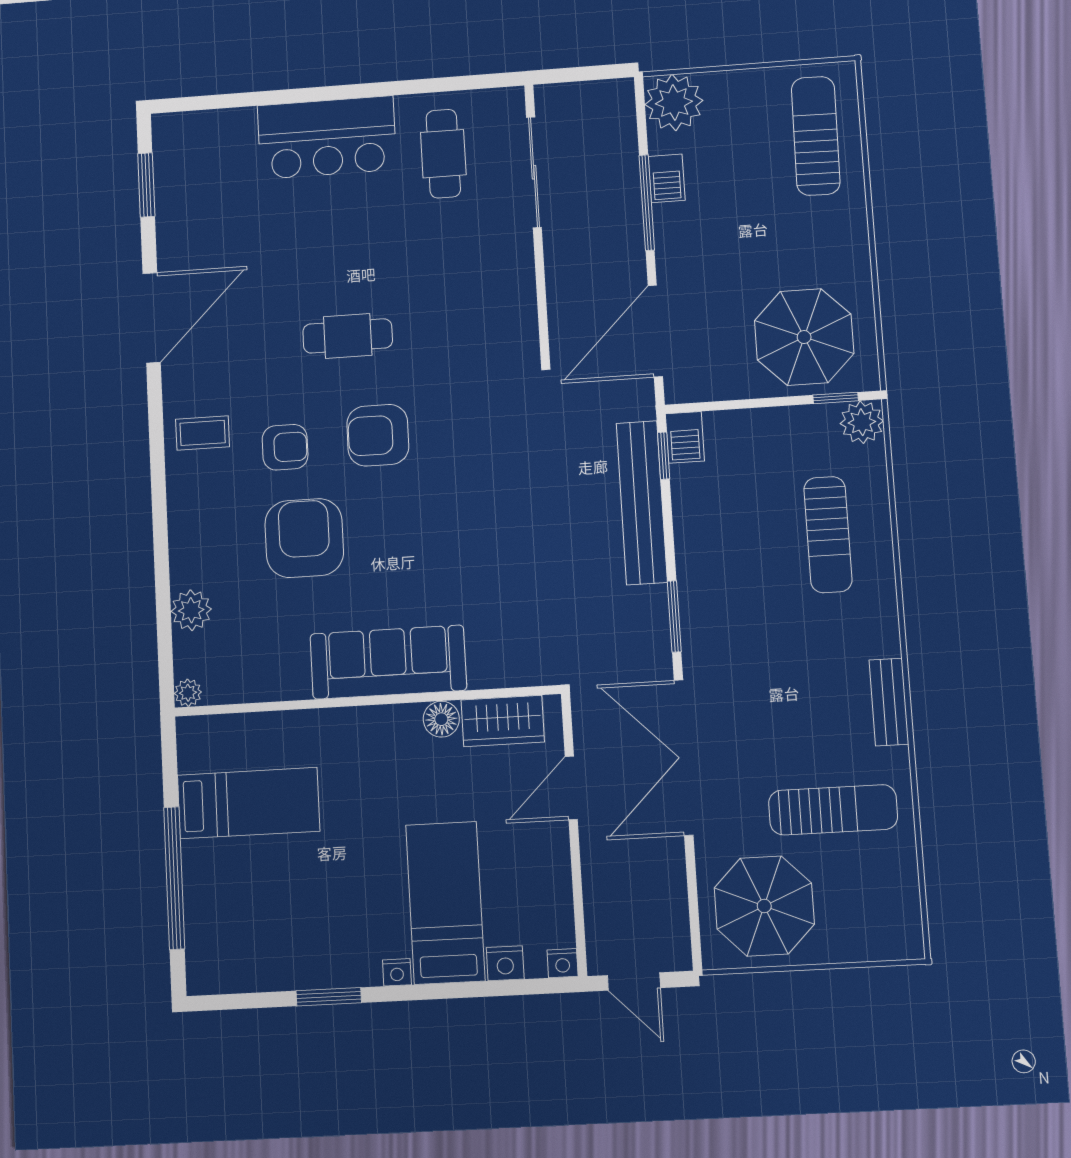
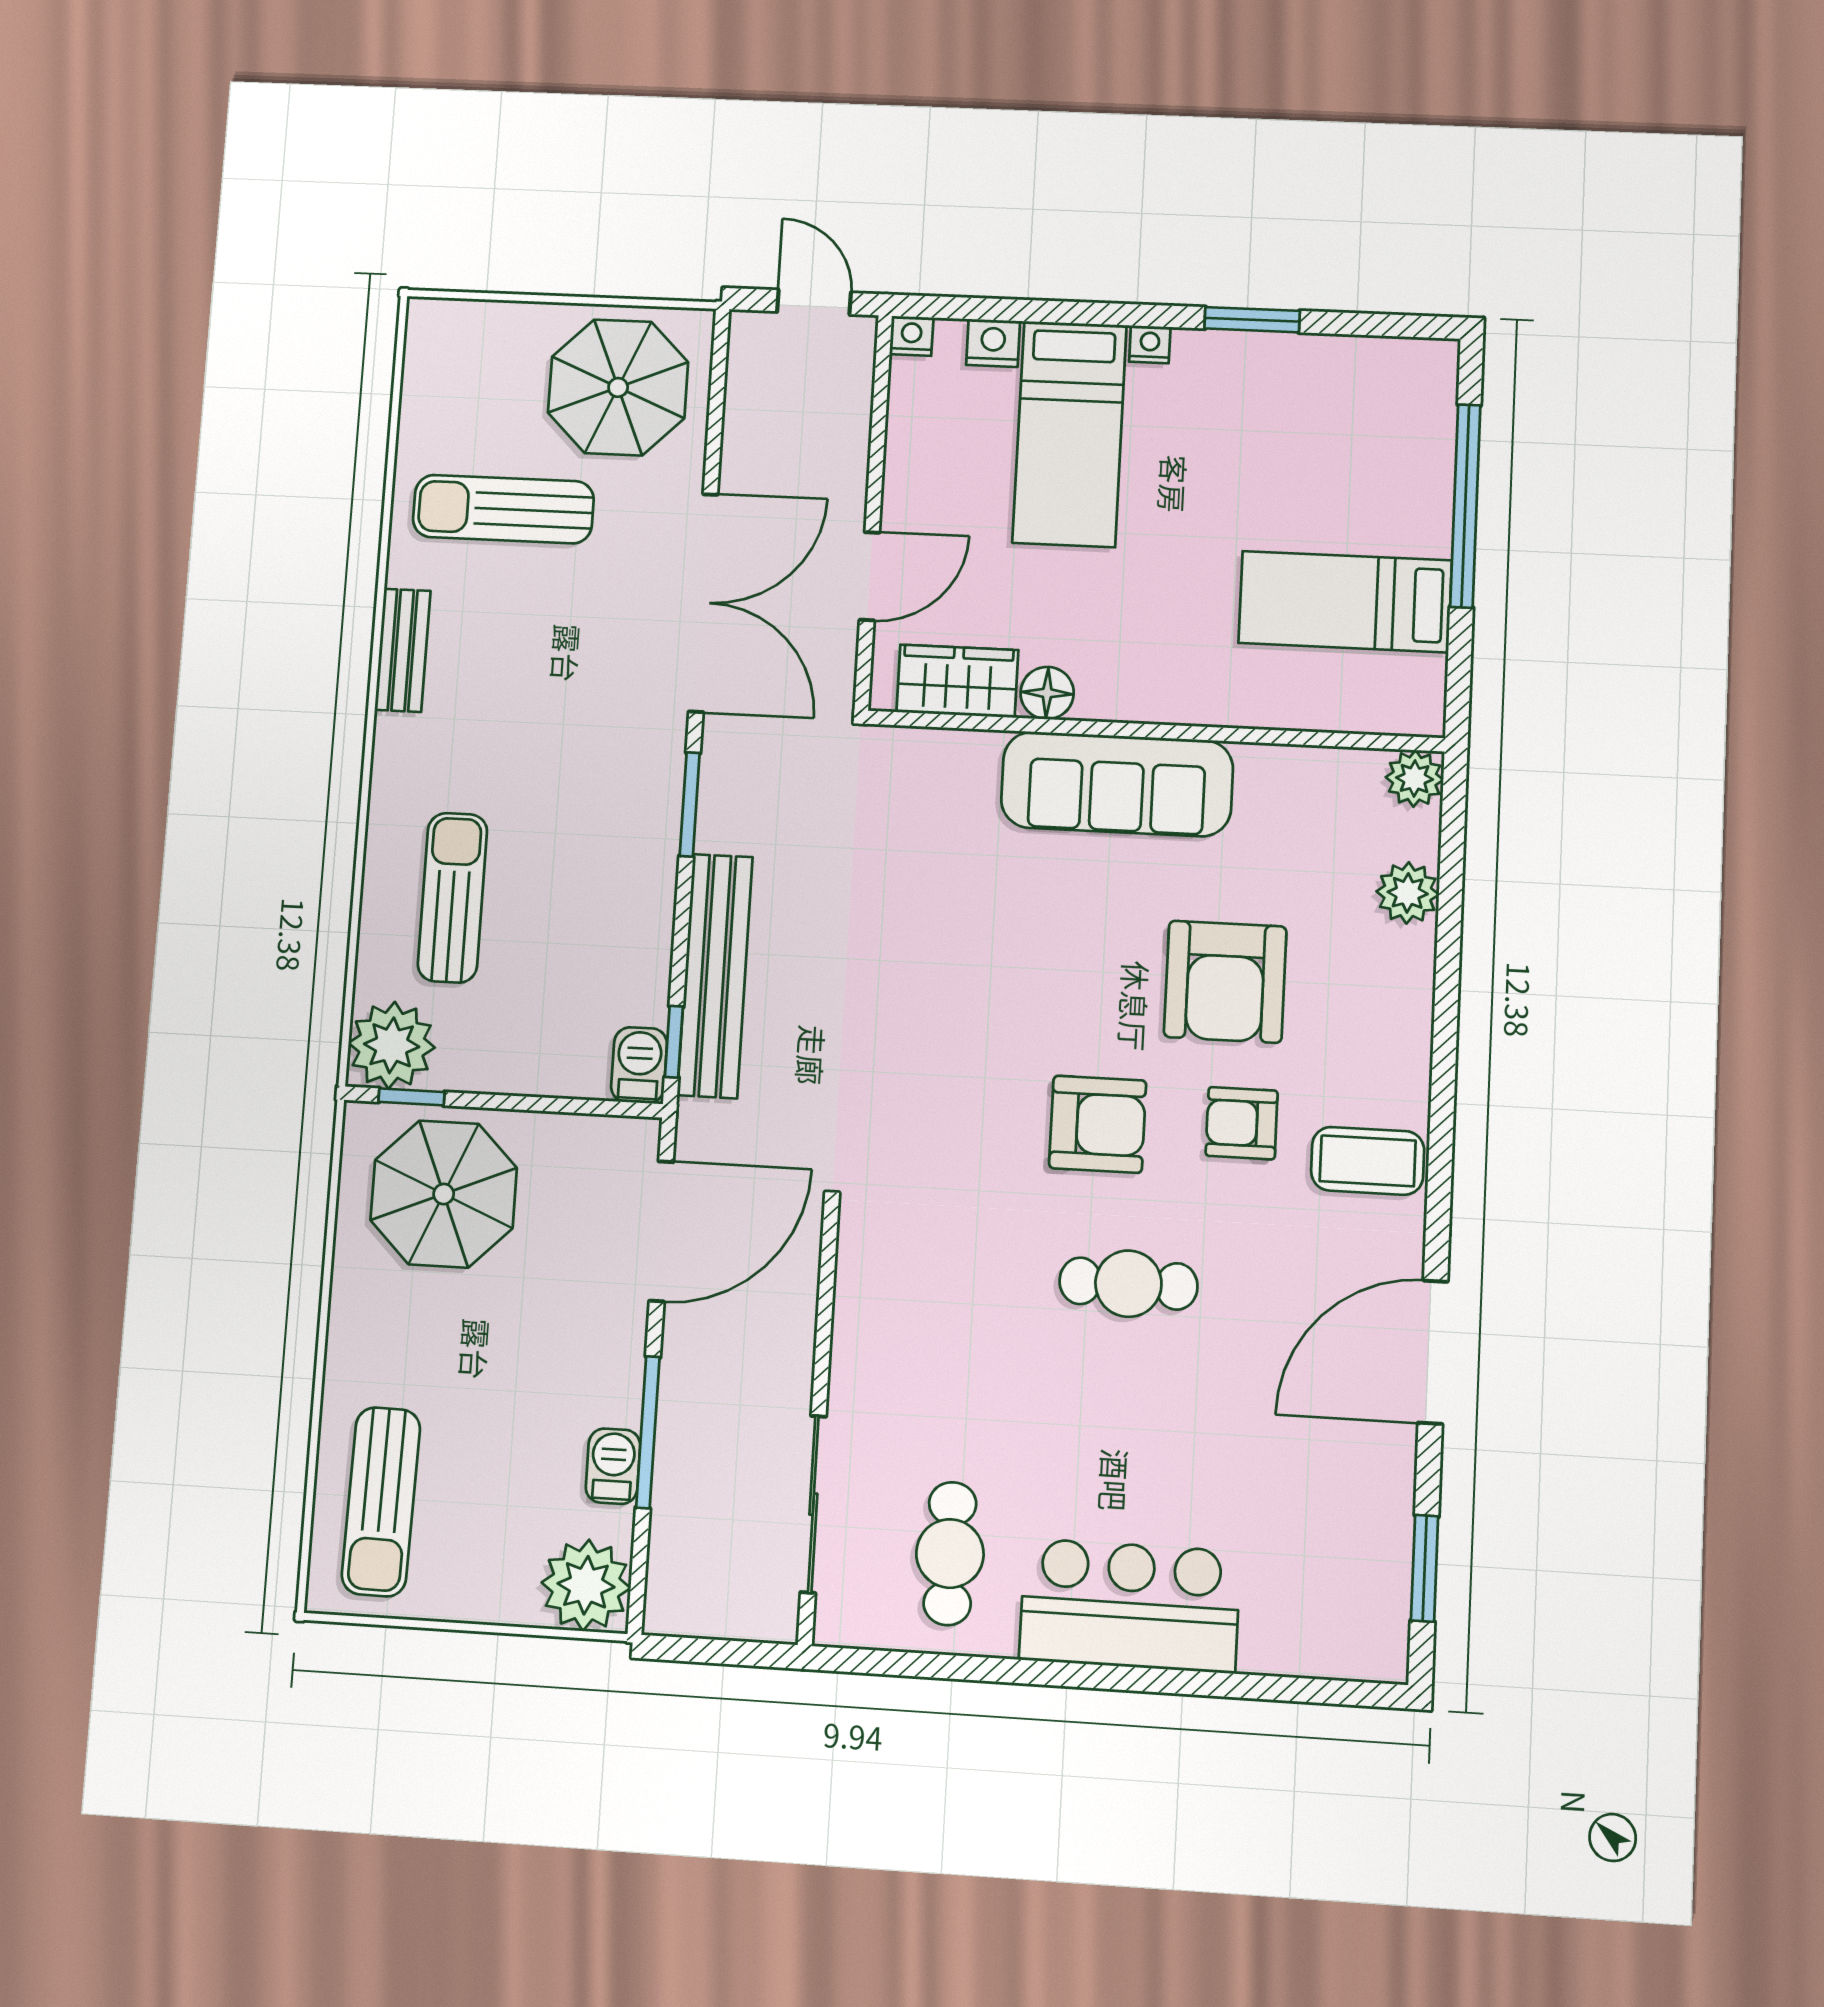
plant: (862, 422) -> (392, 1045), width x1.36, depth x1.36
coffee table: (203, 433) -> (1368, 1161), width x1.36, depth x1.30
plant: (188, 693) -> (1415, 778), width x1.38, depth x1.38

